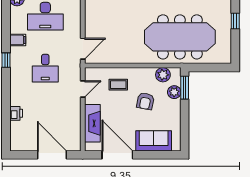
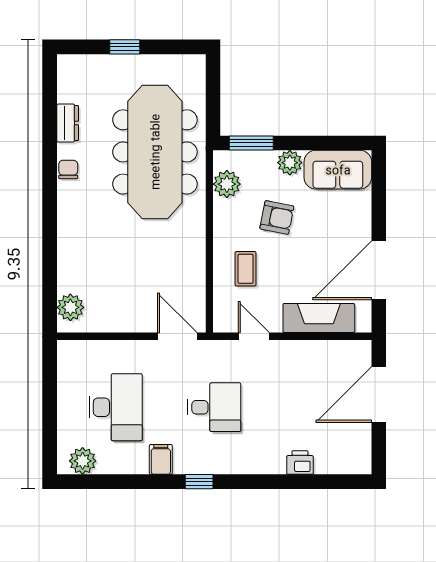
plant: (174, 92) -> (290, 163), moved
sofa: (154, 141) -> (338, 170), moved, turned -90

